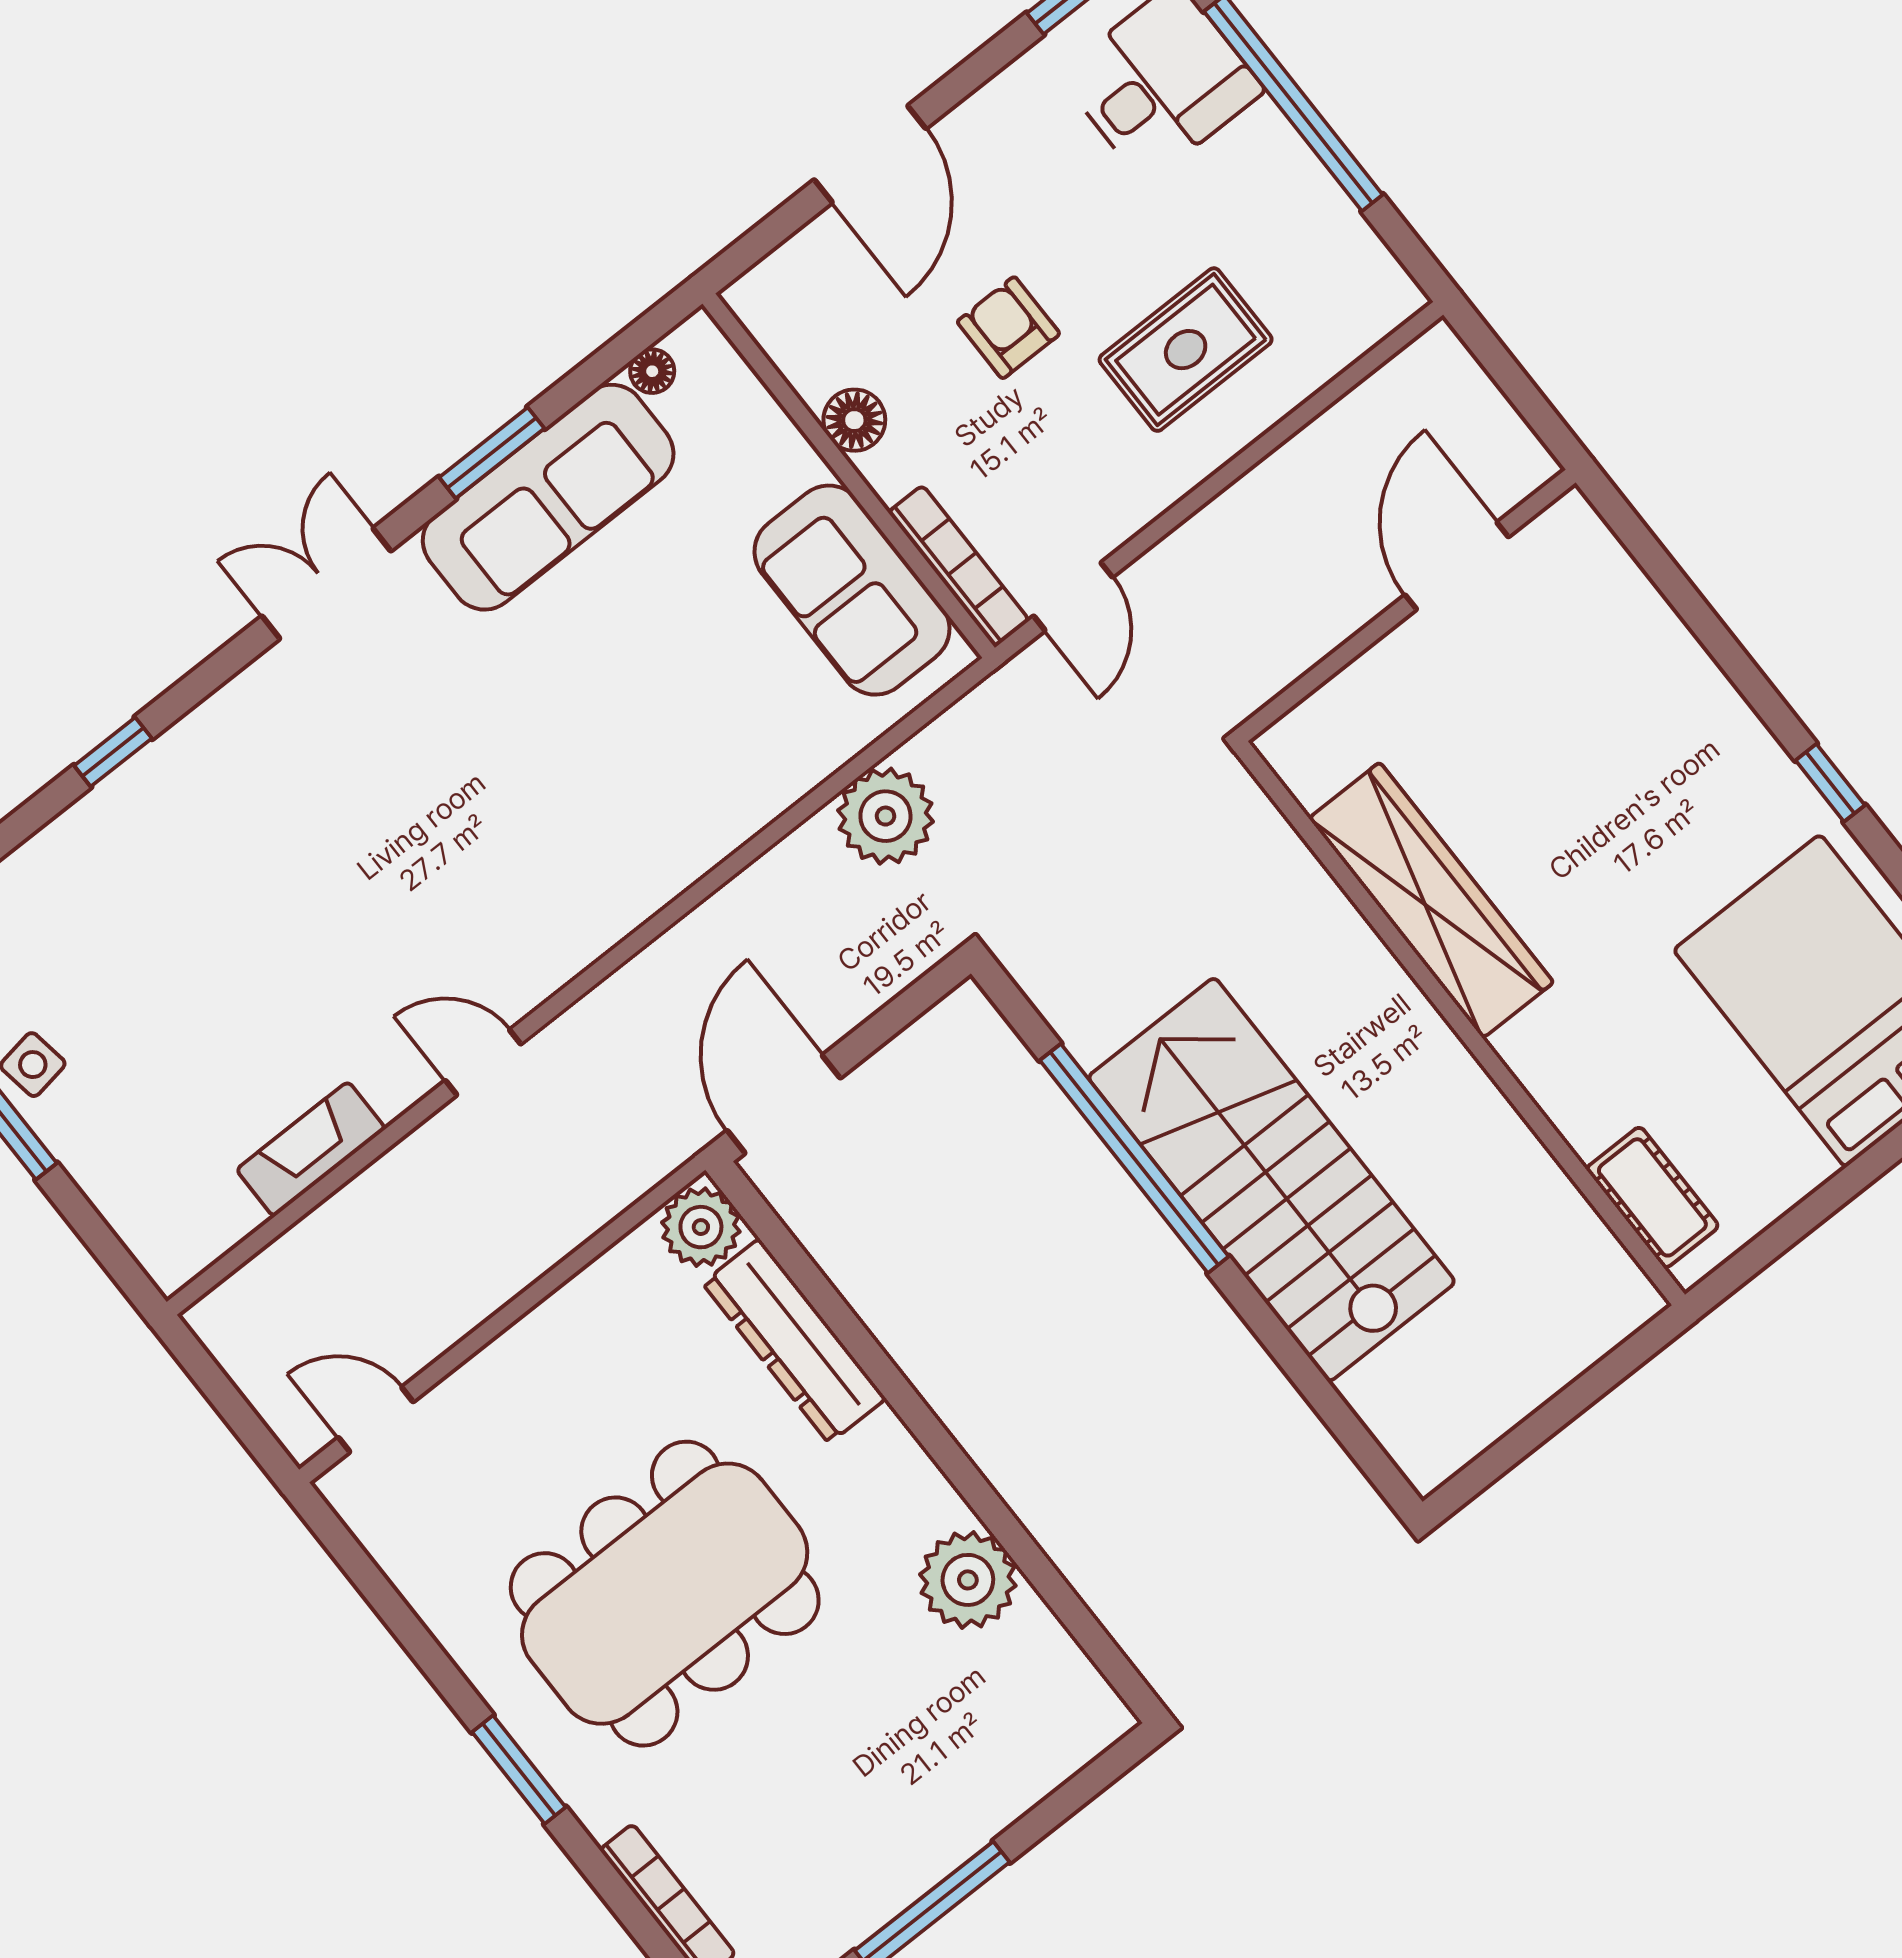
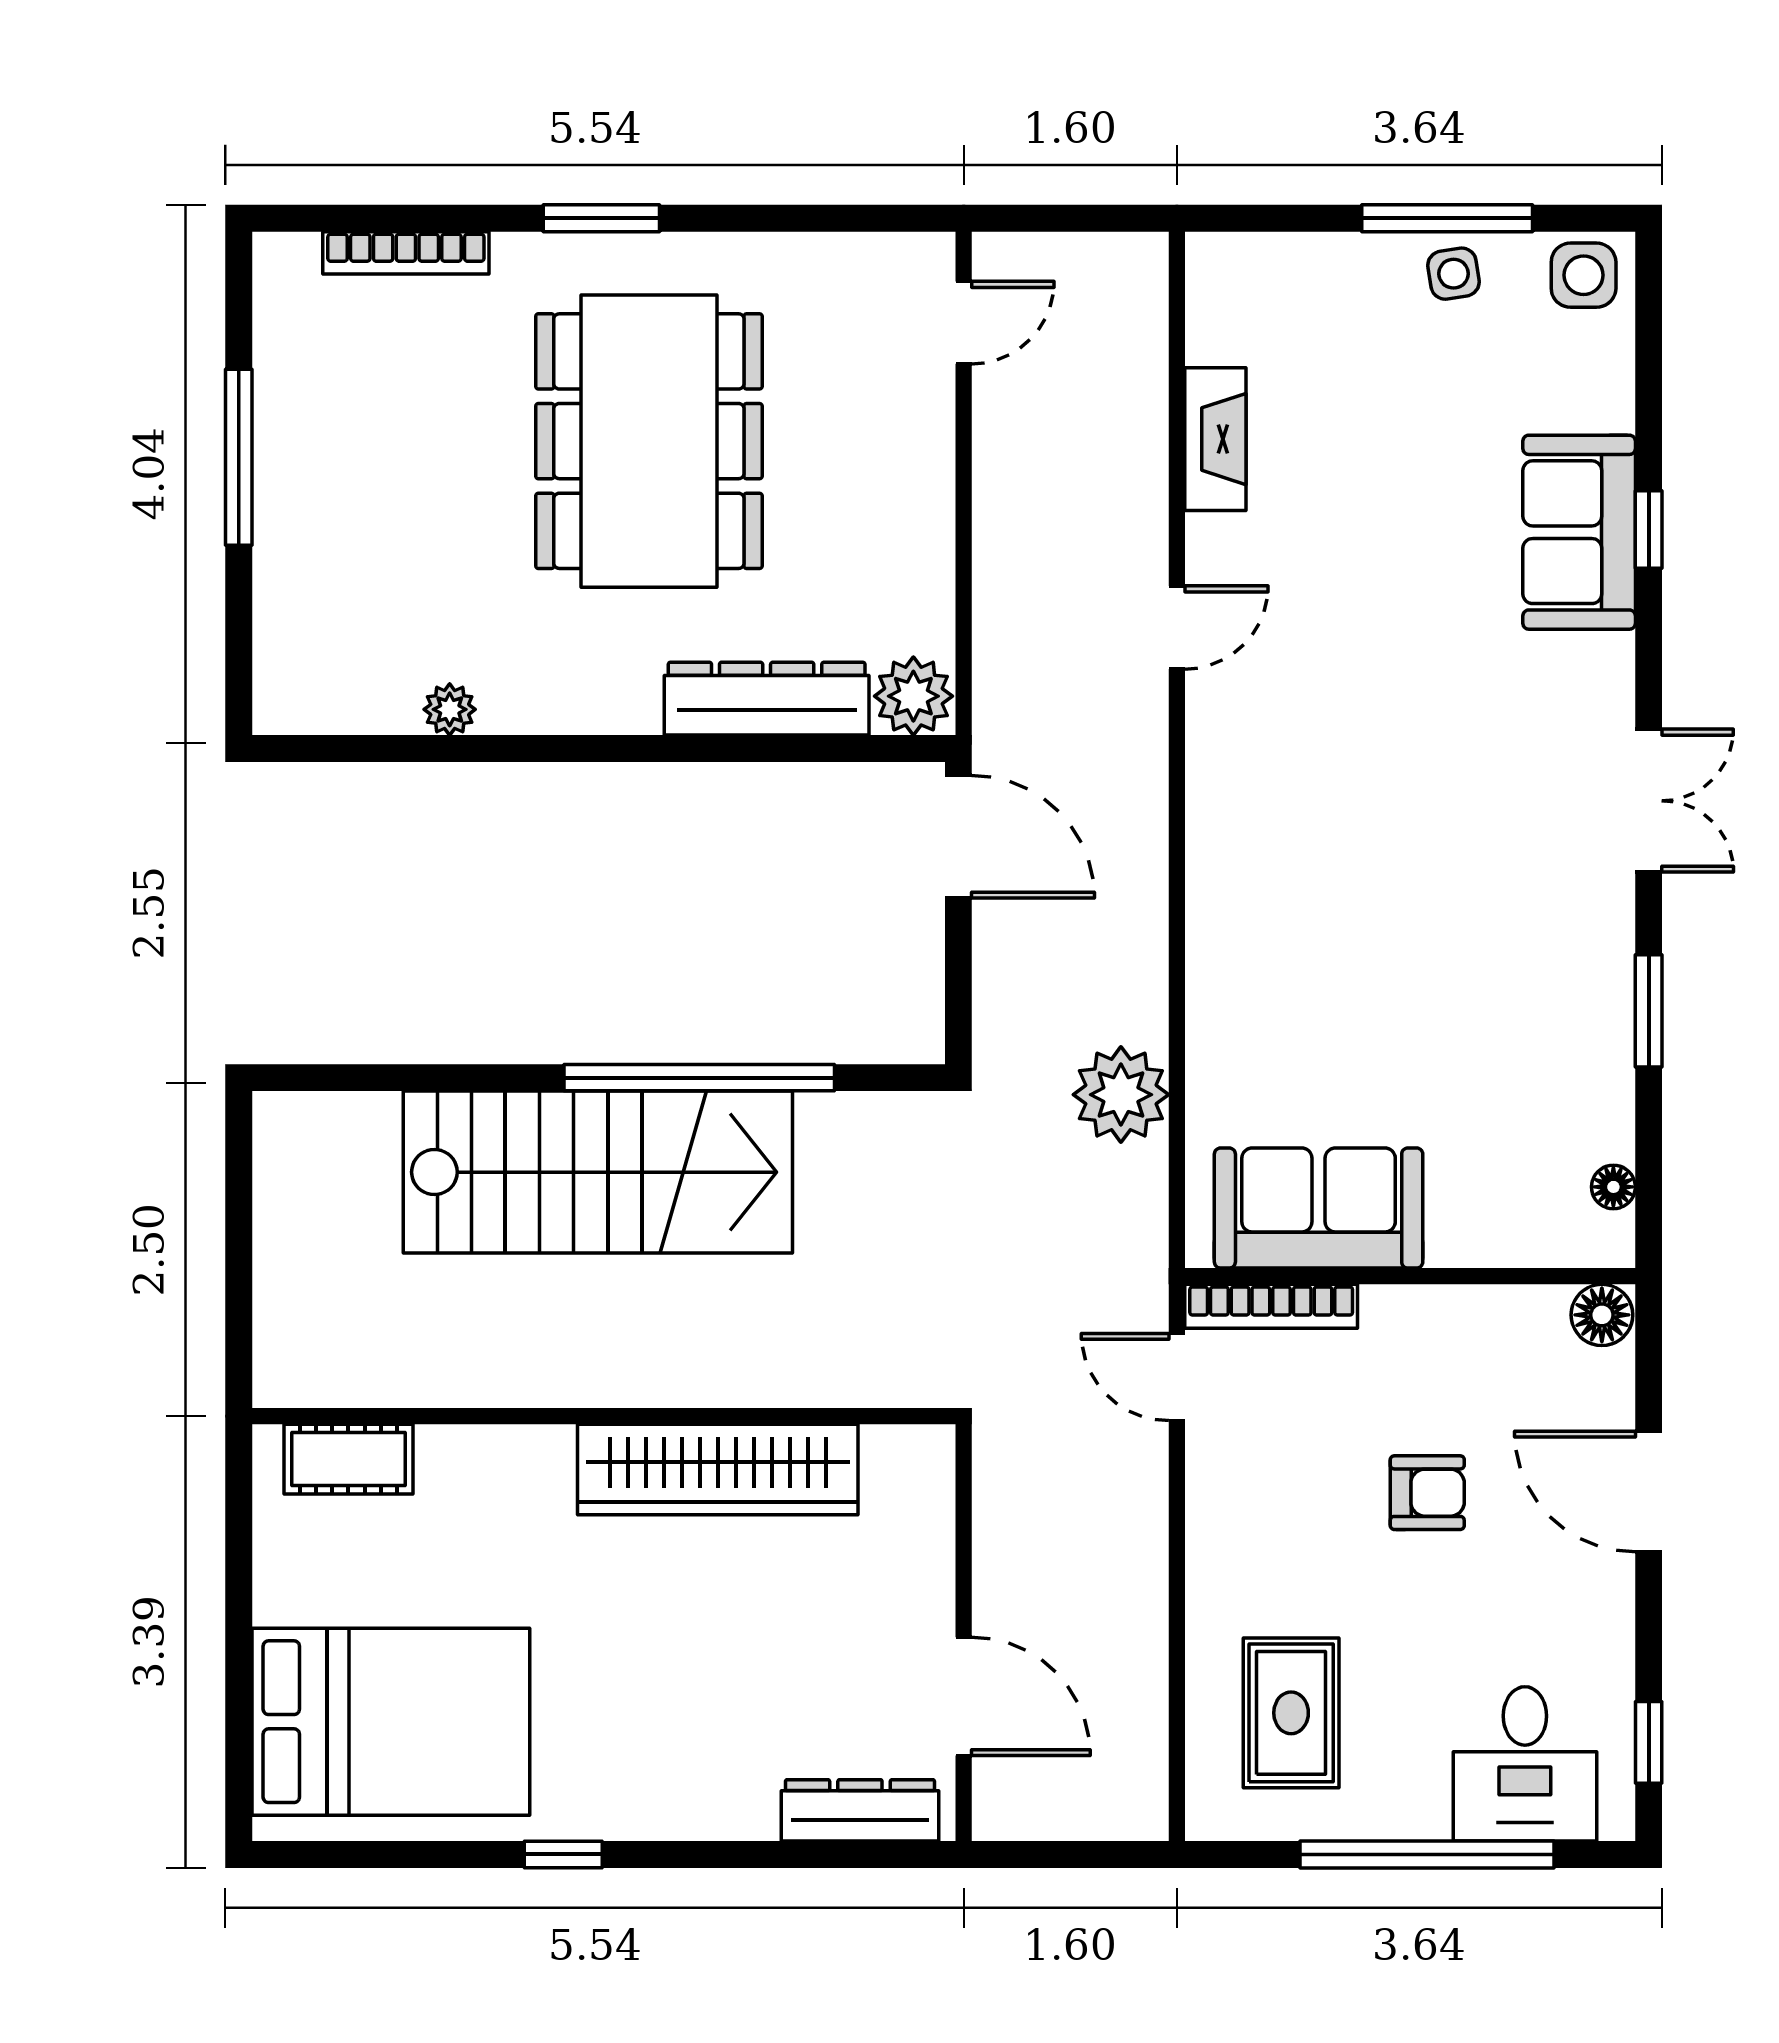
rug: (1186, 350) -> (1291, 1713), moved
floor lamp: (854, 420) -> (1602, 1315), moved
sofa: (548, 497) -> (1579, 532), moved, width x0.73
dresser: (1611, 577) -> (860, 1810), added
plant: (968, 1580) -> (450, 709), width x0.53, depth x0.53

